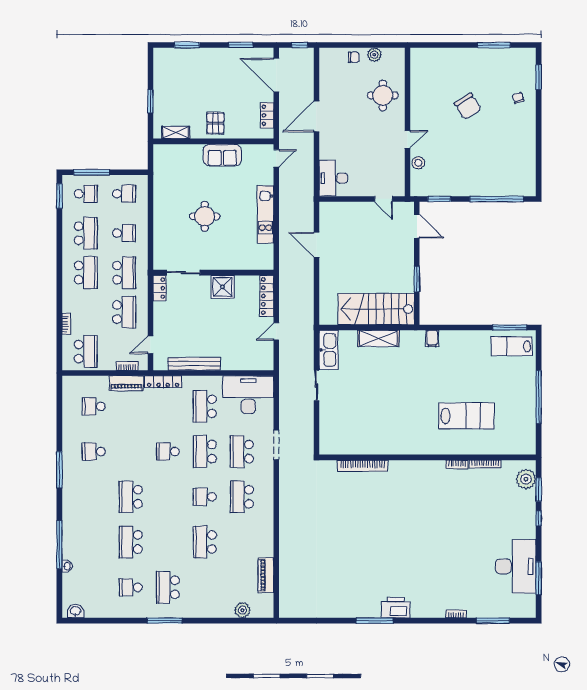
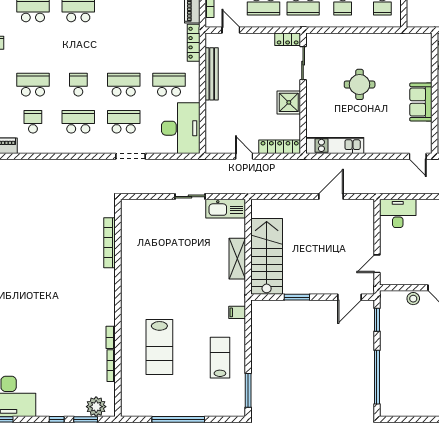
kitchen unit: (265, 214) -> (335, 145), moved
lab bench: (512, 346) -> (220, 358), moved
school desk: (168, 452) -> (33, 122), moved

